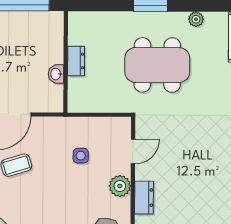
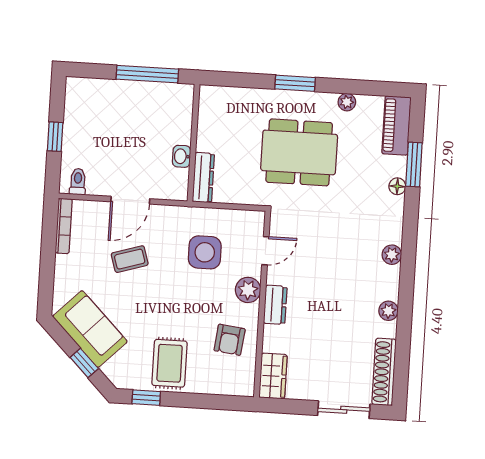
dresser: (76, 61) -> (203, 178), moved, width x1.44
side table: (81, 156) -> (205, 252), width x1.87, depth x1.87

